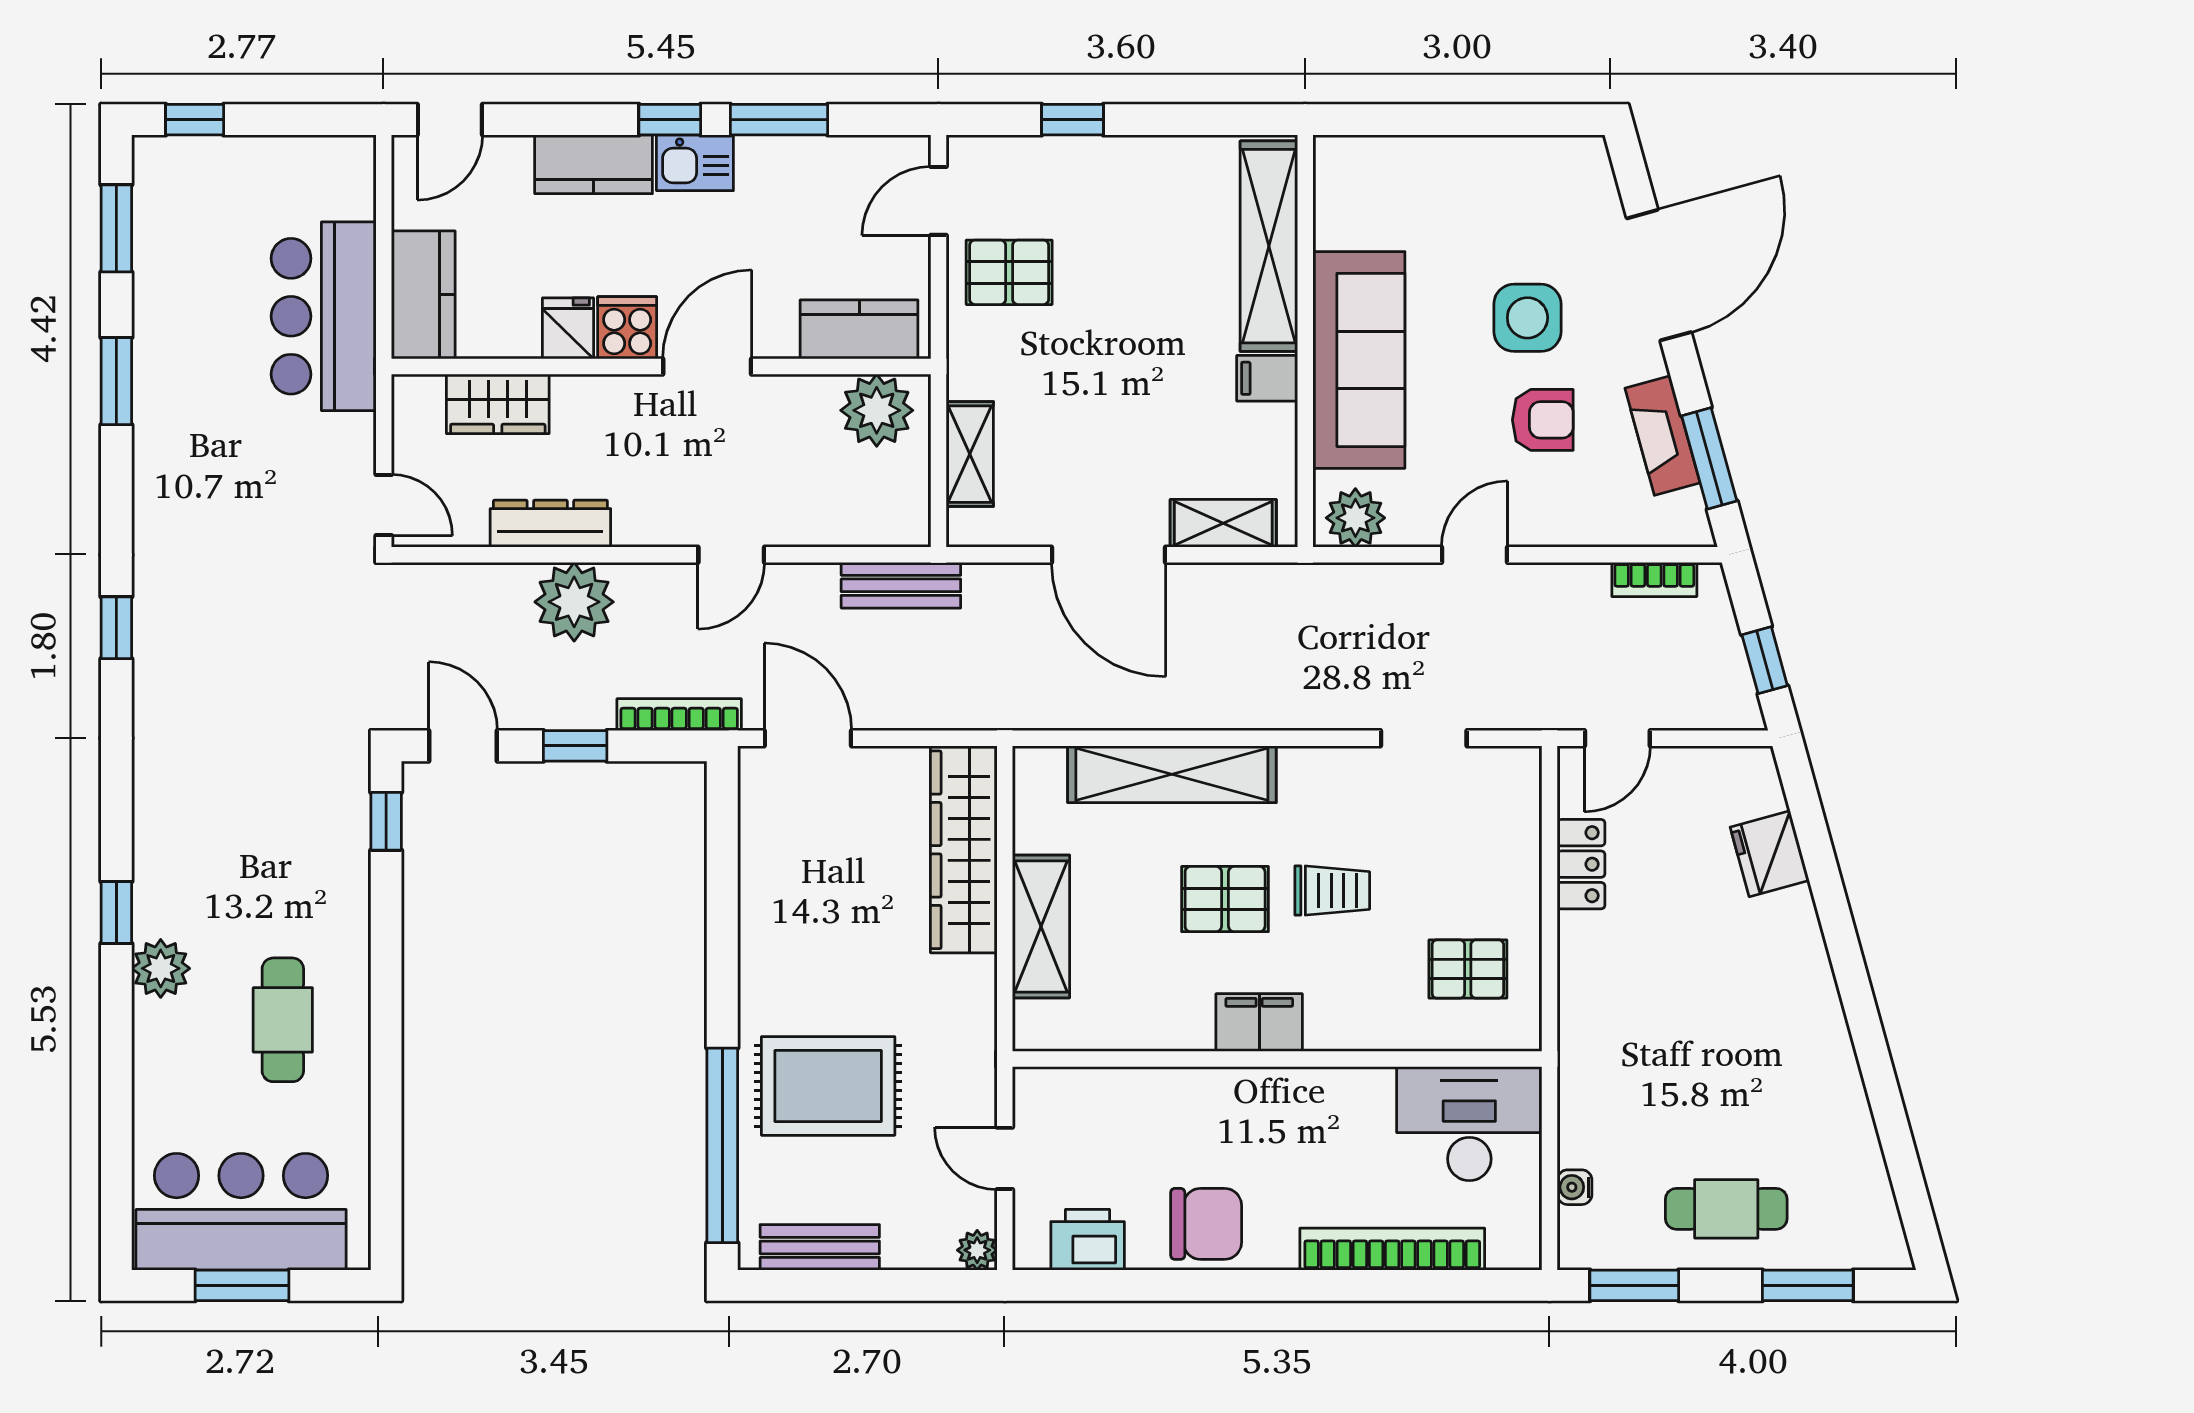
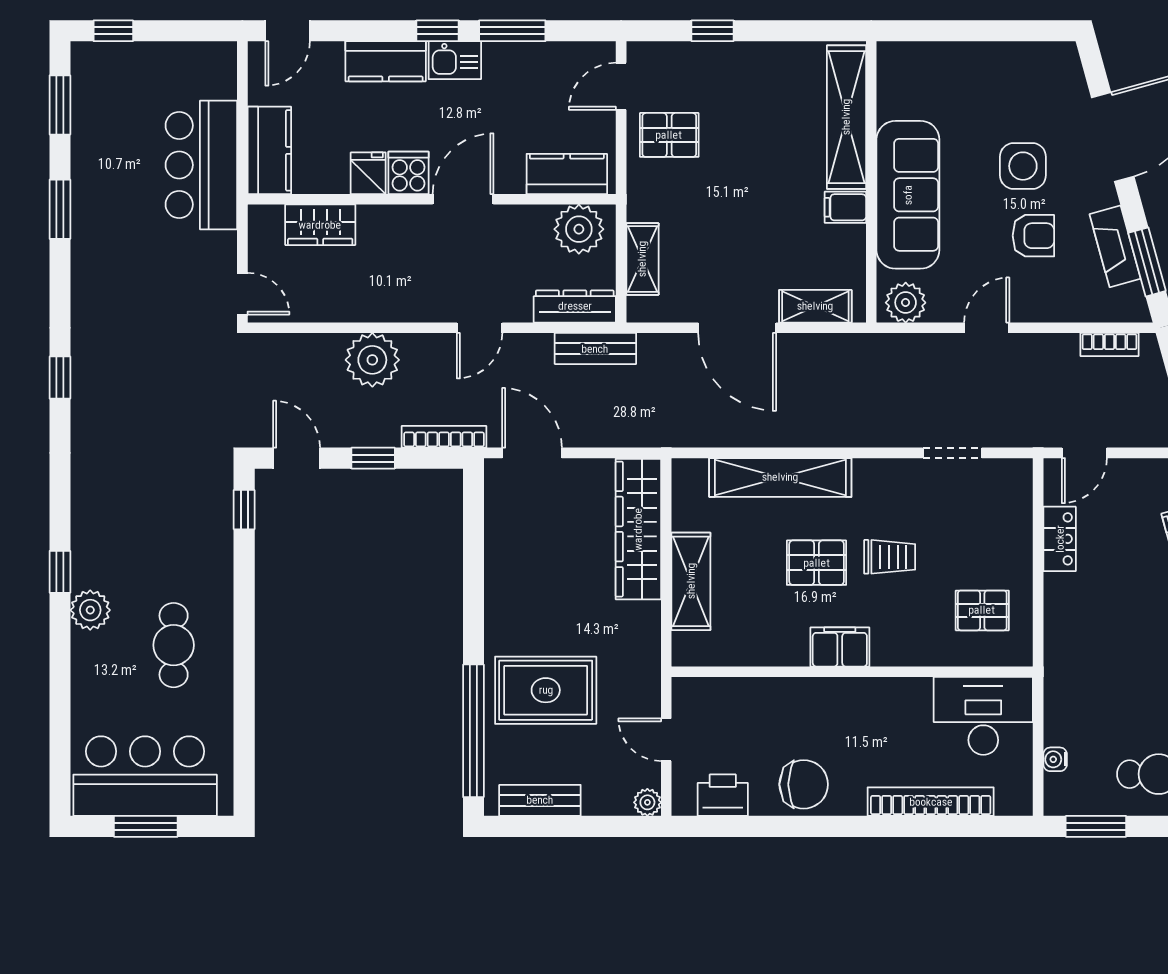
dresser: (550, 524) -> (575, 306), moved

